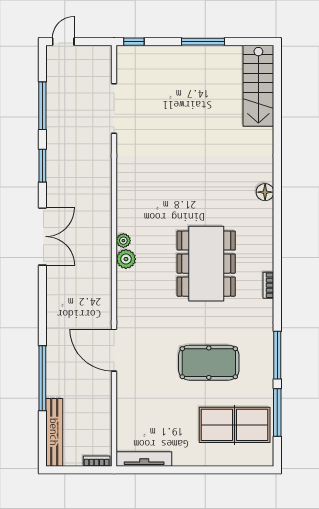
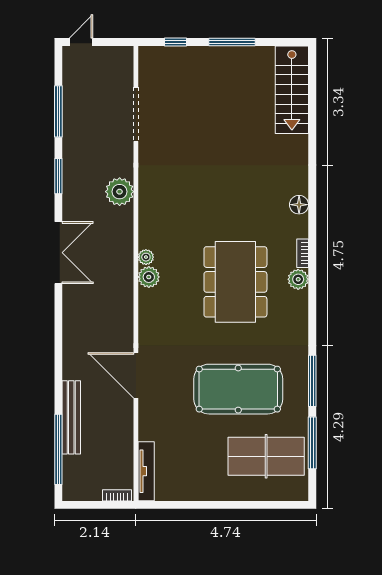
window: (134, 42) -> (175, 42), moved
plant: (99, 180) -> (120, 192), added
plant: (264, 261) -> (298, 279), added
bookcase: (268, 285) -> (303, 253), moved
pool table: (209, 363) -> (238, 389), width x1.36, depth x1.32
window: (42, 378) -> (58, 449), moved
bench: (54, 432) -> (71, 417), moved
tv unit: (144, 459) -> (146, 471), moved, turned 90

